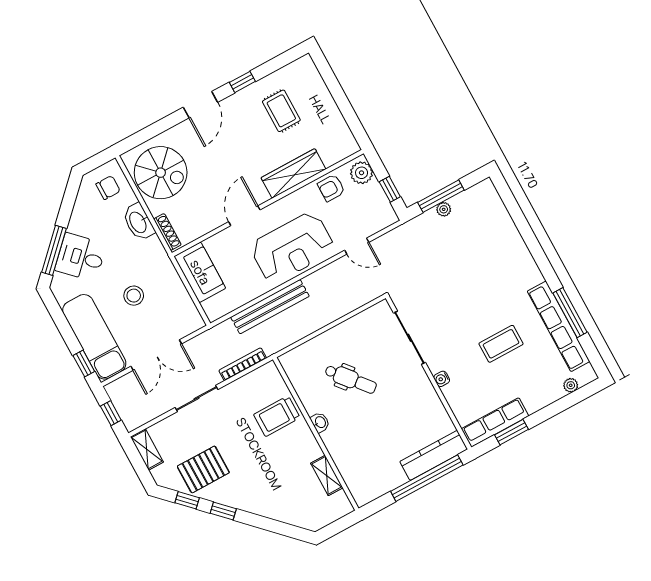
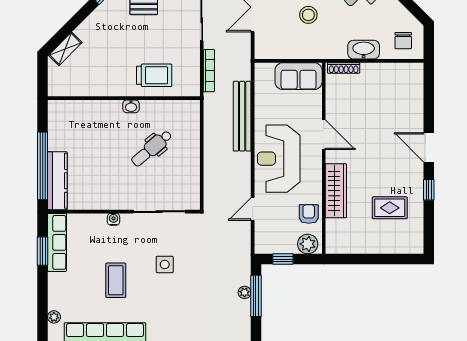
spiral stairs: (161, 173) -> (393, 88), removed
side table: (459, 304) -> (165, 264), added
trolley: (277, 416) -> (154, 75), turned 90
shelving: (327, 475) -> (65, 49), moved, turned -45

